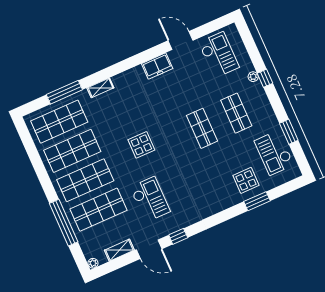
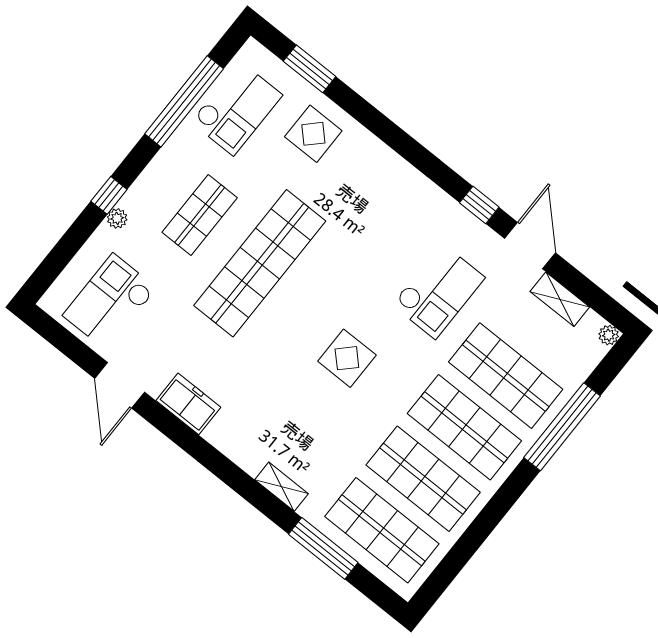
shop shelf: (202, 128) -> (260, 263), width x2.00, depth x1.36
window: (289, 132) -> (184, 101), width x2.11
checkout: (150, 199) -> (438, 291), turned 180
window: (257, 201) -> (310, 69), moved

